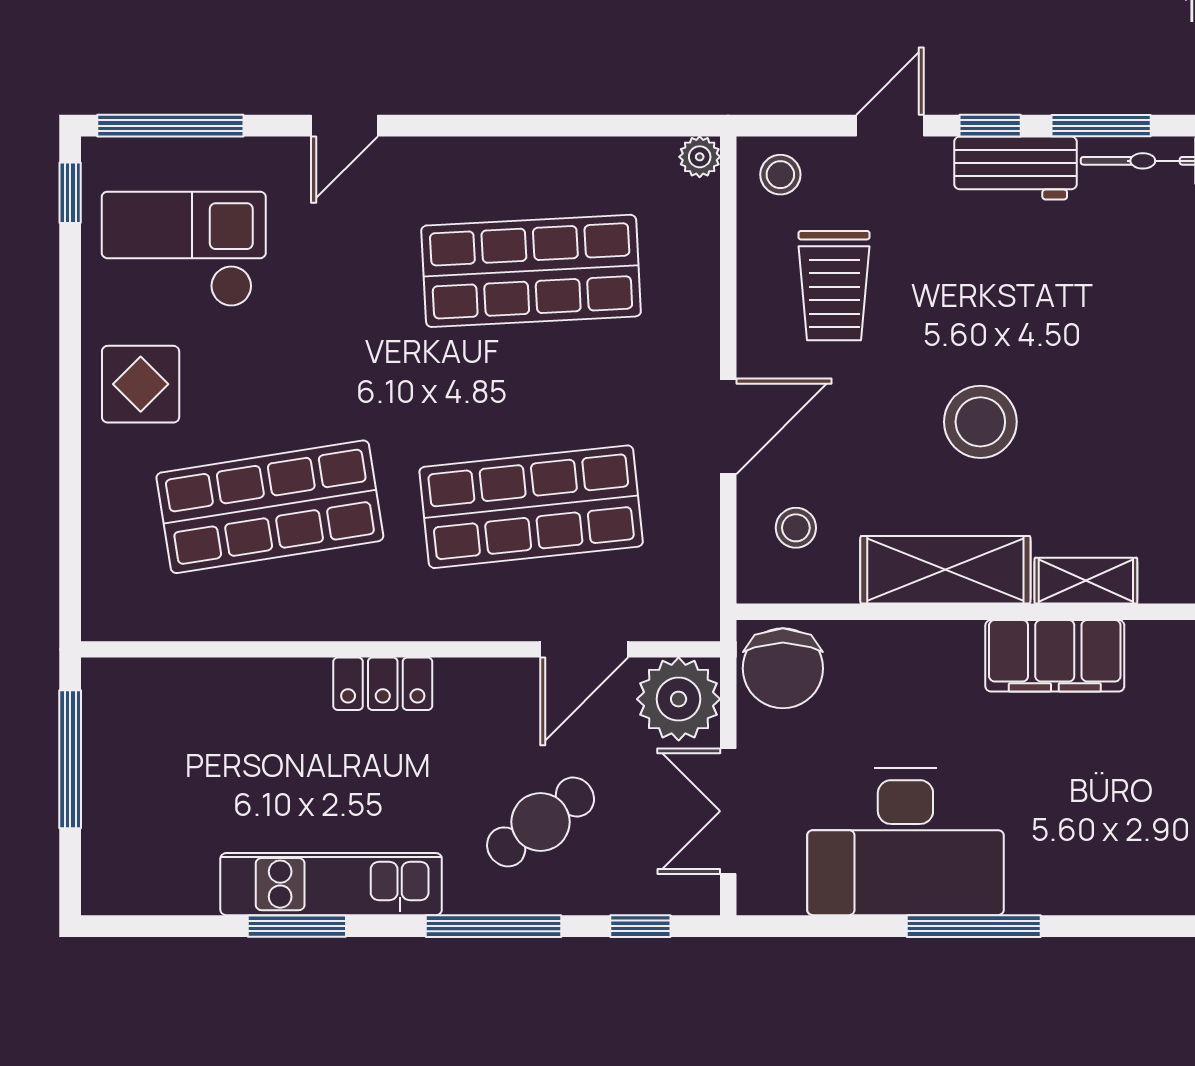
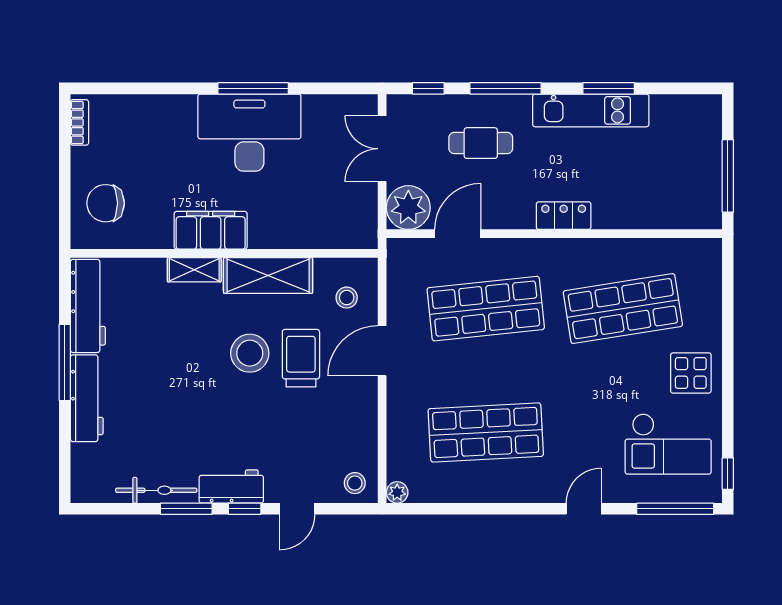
trolley: (834, 286) -> (301, 358), moved
chair: (783, 668) -> (353, 224), removed
double door: (728, 811) -> (382, 149), swing flipped
cafe table: (541, 822) -> (481, 143), turned 36
desk: (905, 842) -> (249, 133), moved

